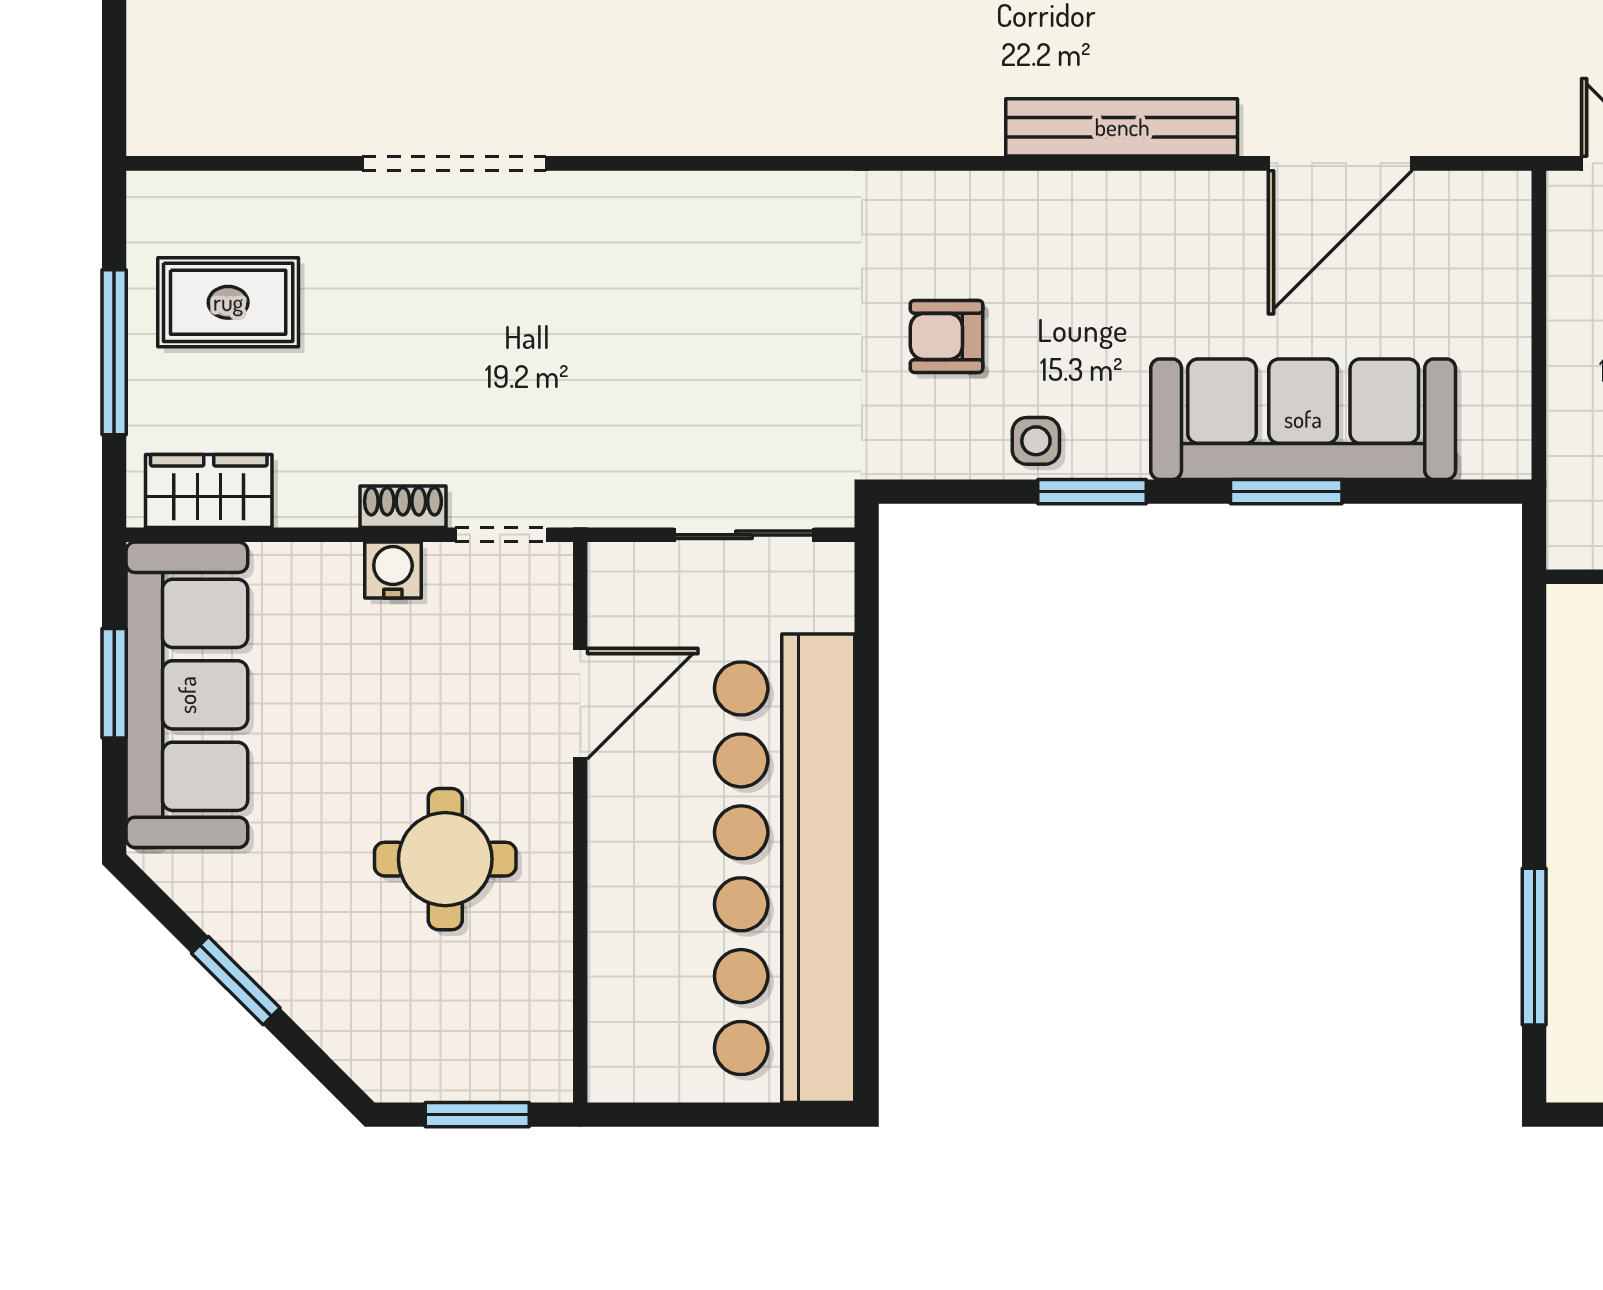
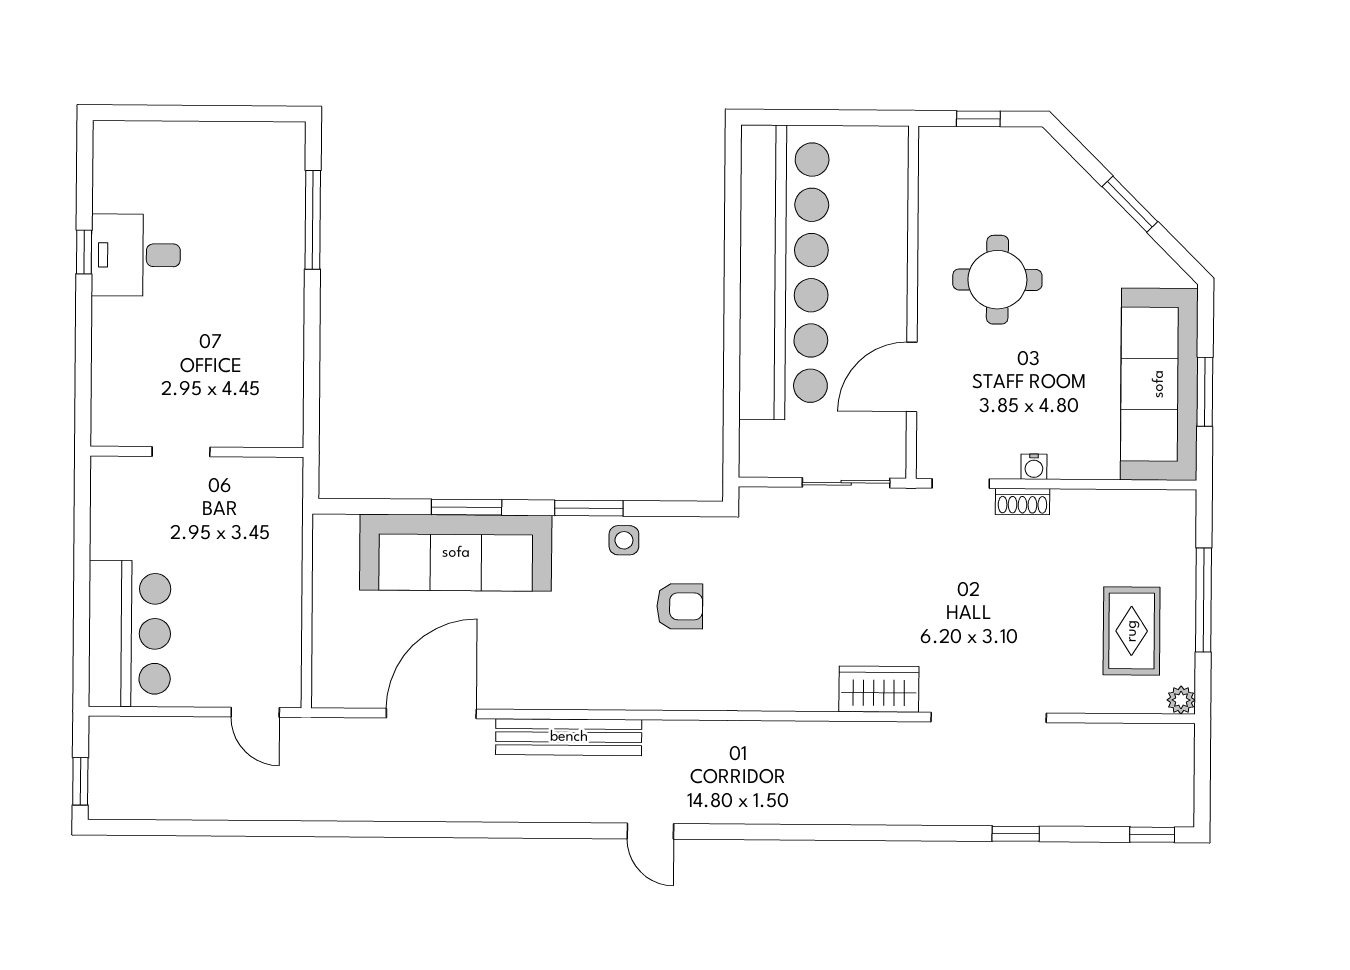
plant: (149, 193) -> (1181, 700), added
rug: (228, 302) -> (1132, 631), turned 90
wardrobe: (209, 491) -> (879, 689), moved, turned 180
sliding door: (744, 535) -> (846, 483), moved
water cooler: (393, 570) -> (1034, 467), width x0.72, depth x0.72
window: (477, 1115) -> (978, 119), width x0.67

